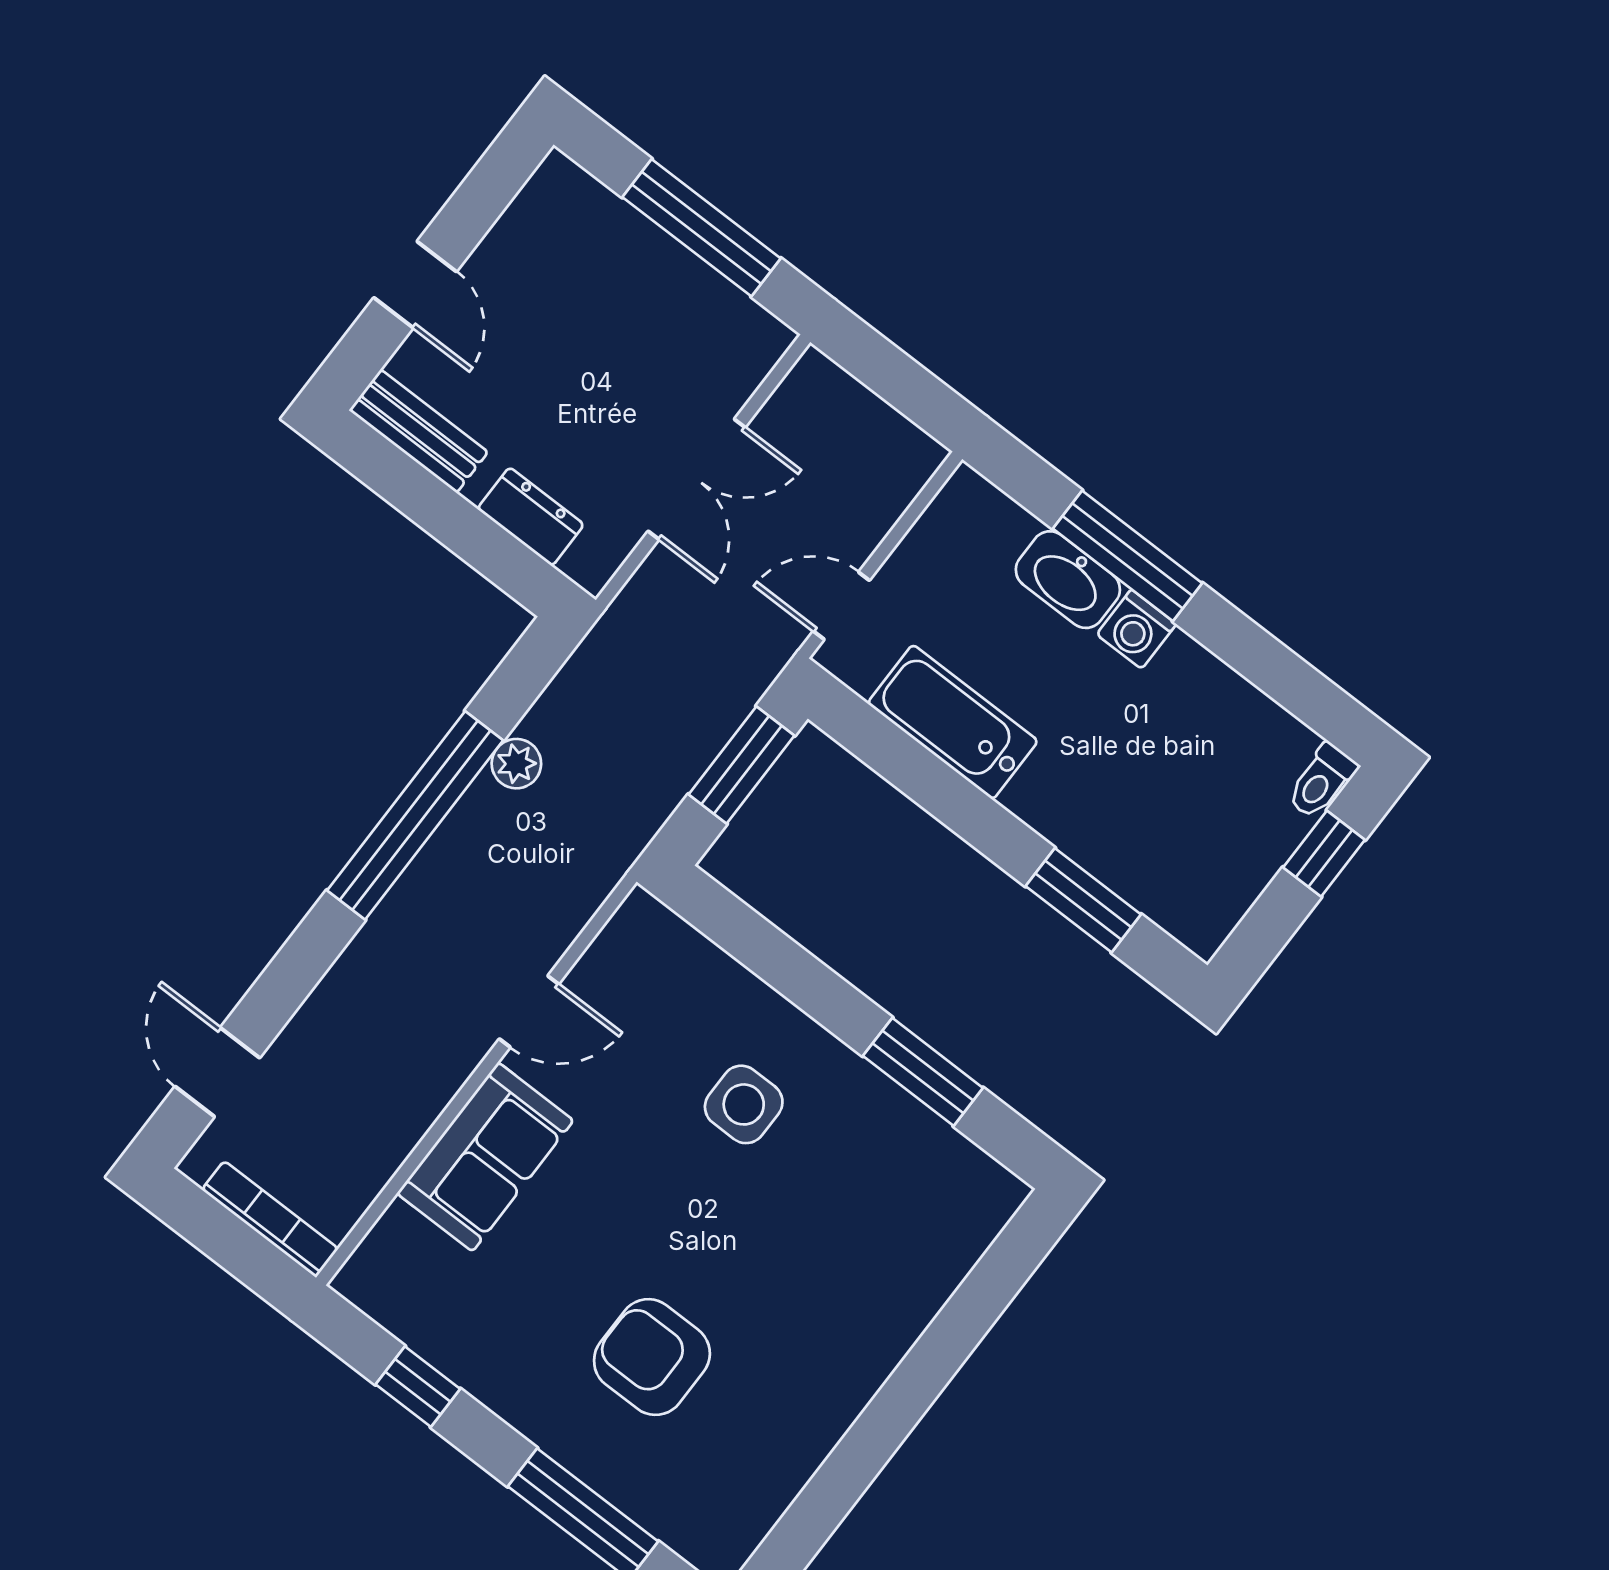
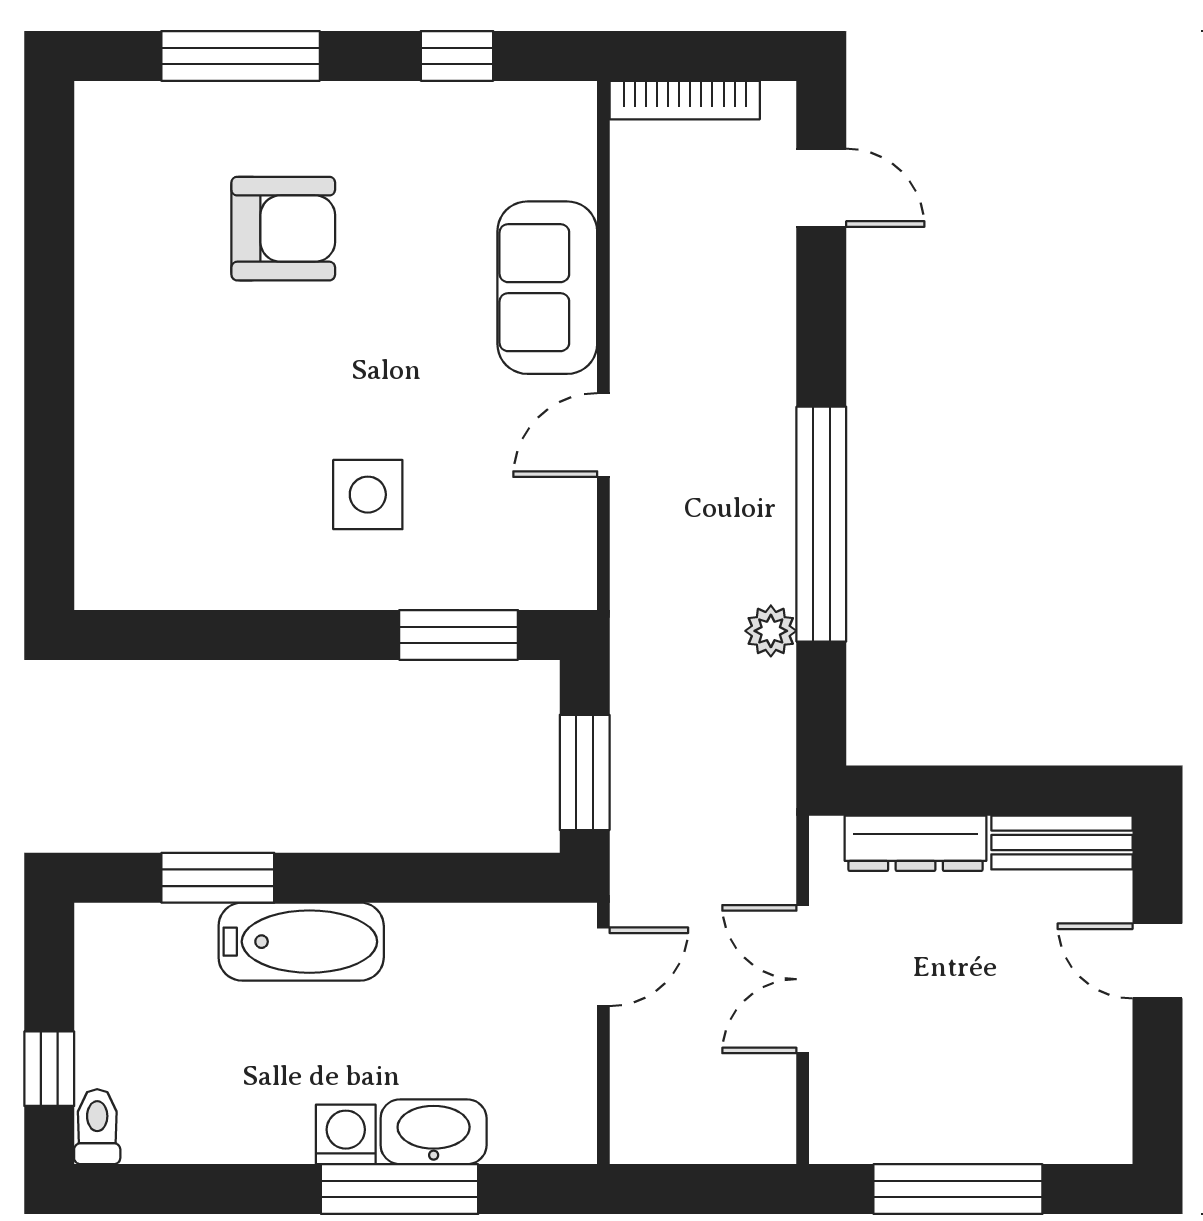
dresser: (531, 517) -> (916, 843), width x1.44
bathtub: (953, 722) -> (301, 942), moved
window: (923, 1072) -> (459, 635), moved

